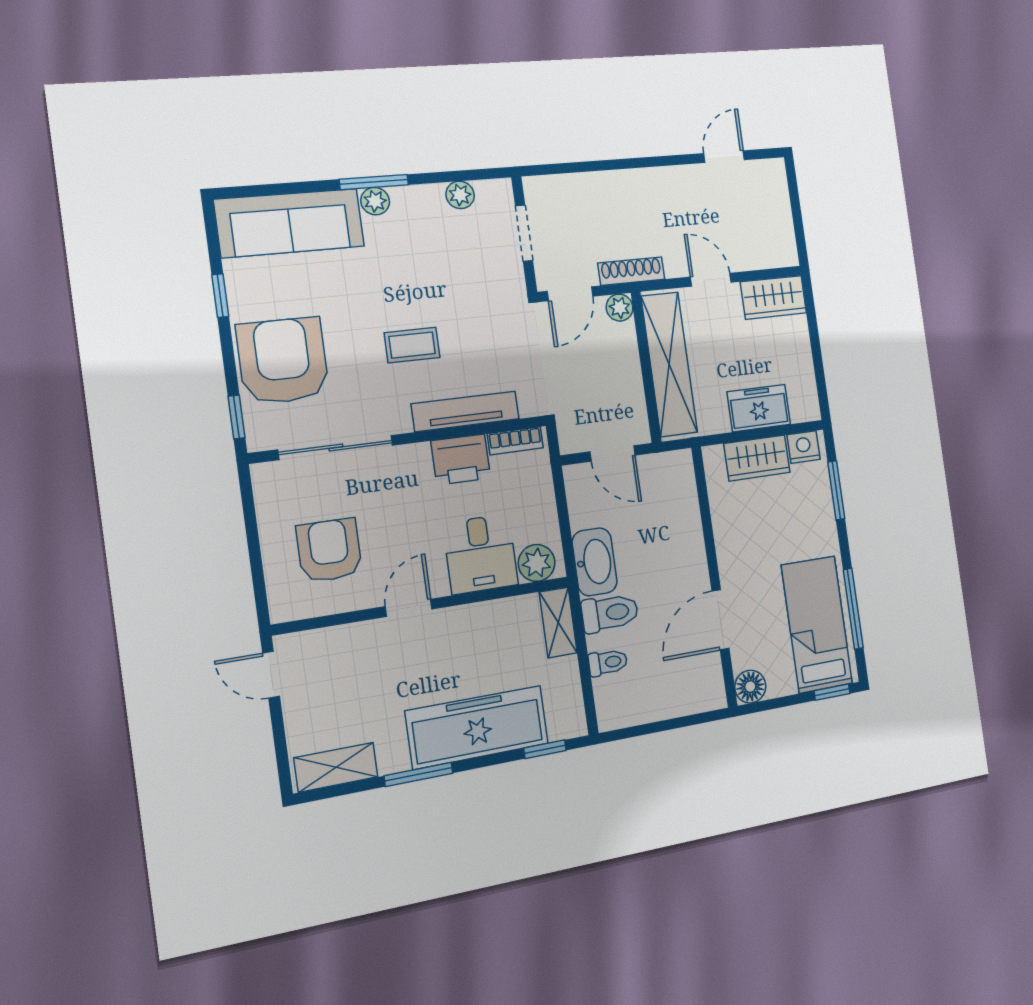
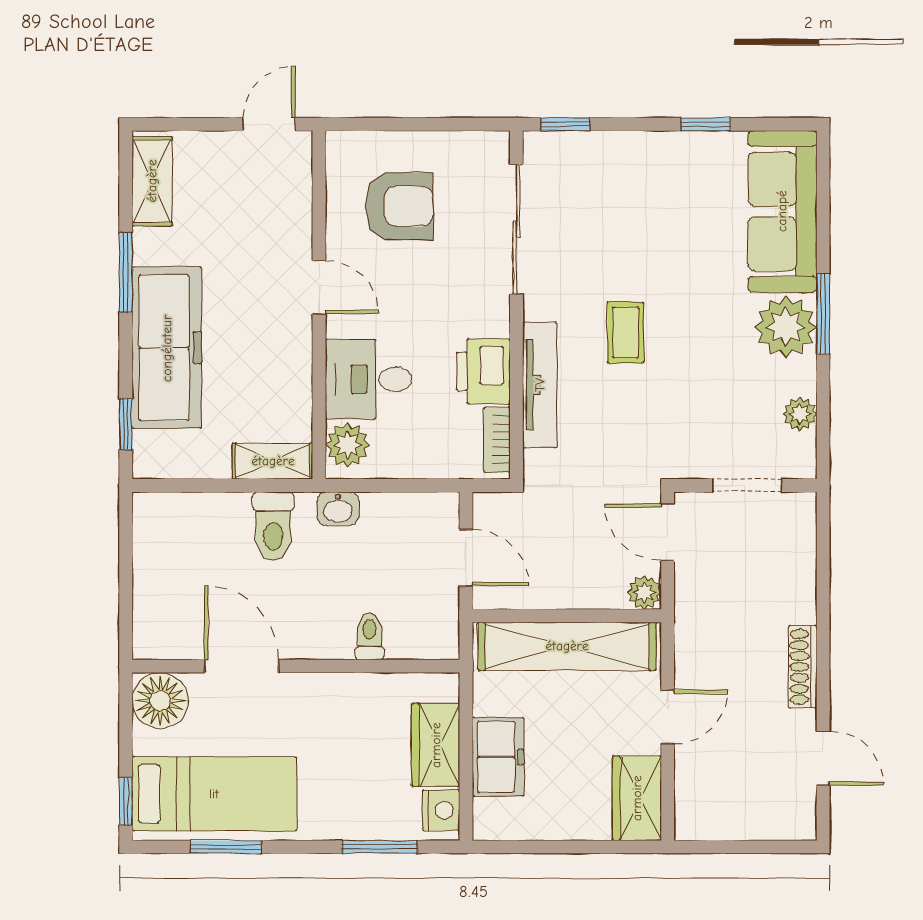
plant: (375, 201) -> (786, 327), width x1.88, depth x1.88
shoe rack: (631, 271) -> (803, 667), moved, turned 180
armchair: (283, 361) -> (623, 183), removed
door: (613, 453) -> (466, 558), swing flipped
washbasin: (595, 562) -> (338, 509), width x0.52, depth x0.69
window: (853, 609) -> (226, 847), width x0.69
toilet: (608, 662) -> (370, 636), moved, turned 180
floor lamp: (750, 687) -> (160, 701), width x1.38, depth x1.38

